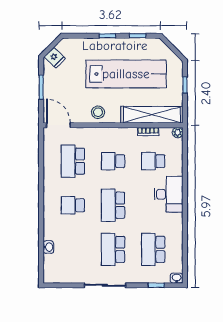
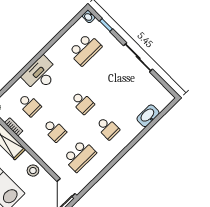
school desk: (113, 205) -> (82, 103), width x0.54
washbasin: (48, 247) -> (148, 116), width x1.91, depth x1.45
school desk: (113, 249) -> (110, 75), removed

